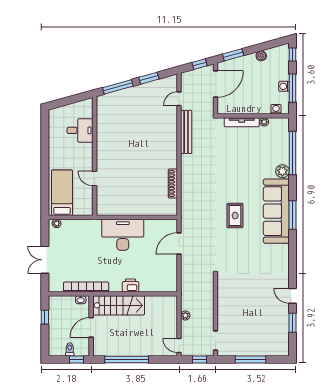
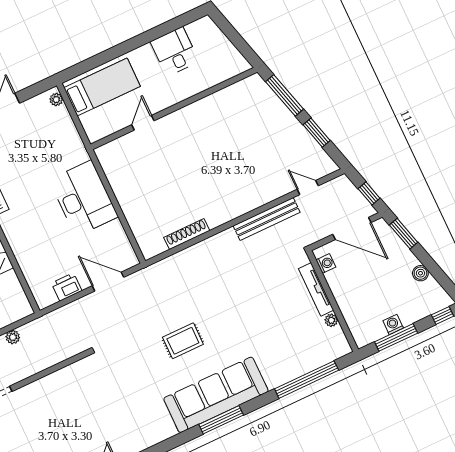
washing machine: (276, 109) -> (326, 263), moved
desk: (80, 130) -> (175, 52), moved, turned 180
plant: (282, 171) -> (275, 377), removed
printer: (130, 285) -> (67, 287), moved, turned -90

